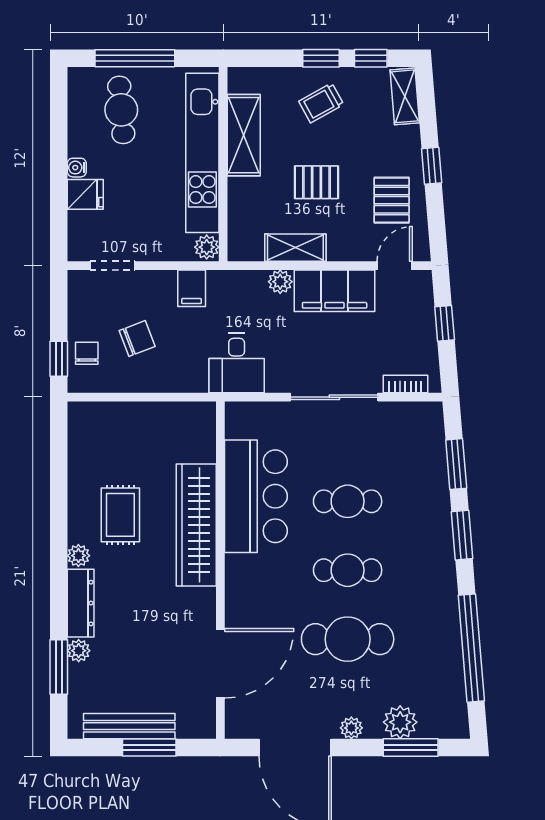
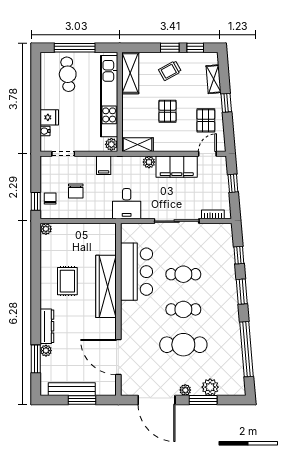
shelving: (405, 96) -> (214, 79), moved
shelving: (244, 135) -> (130, 73), moved
water cooler: (77, 168) -> (45, 131), moved
pallet: (316, 182) -> (167, 111), turned 90
shelving: (295, 248) -> (138, 145), moved
chair: (137, 339) -> (76, 191), turned 111
window: (456, 464) -> (239, 255), width x0.67
plant: (78, 556) -> (46, 229), moved
door: (220, 663) -> (118, 357), swing flipped
window: (411, 748) -> (203, 400), moved

